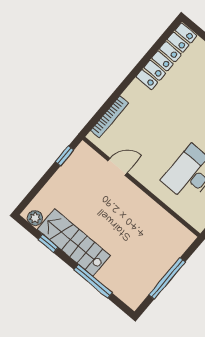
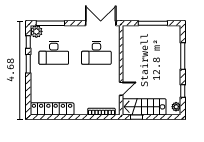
door: (118, 167) -> (121, 89), swing flipped
stairs: (74, 242) -> (144, 107), moved, turned 90

